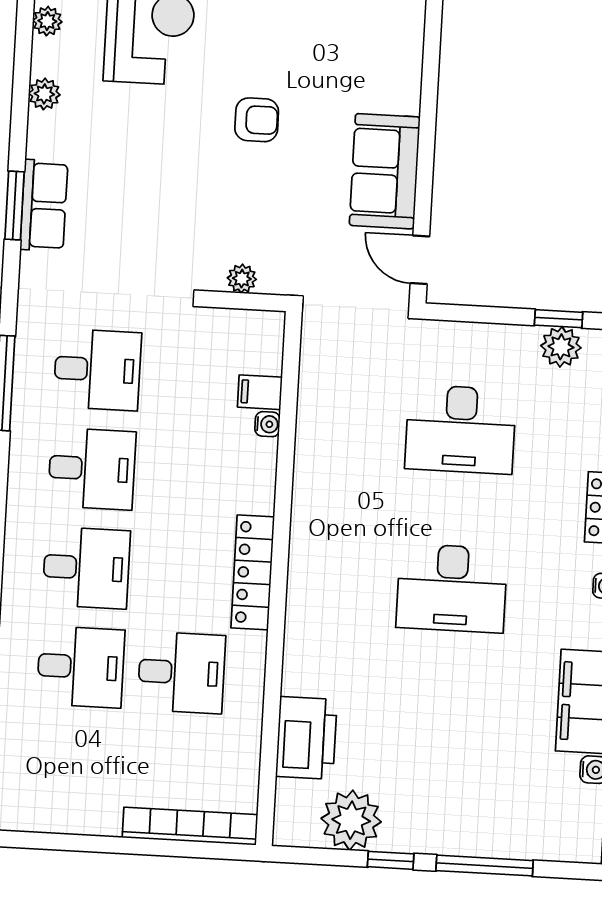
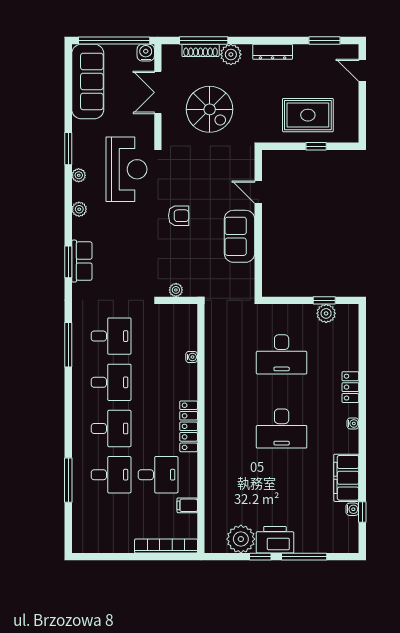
door: (420, 260) -> (258, 192), moved
filing cabinet: (260, 392) -> (187, 505), moved
printer: (306, 738) -> (275, 540), moved, turned -90

